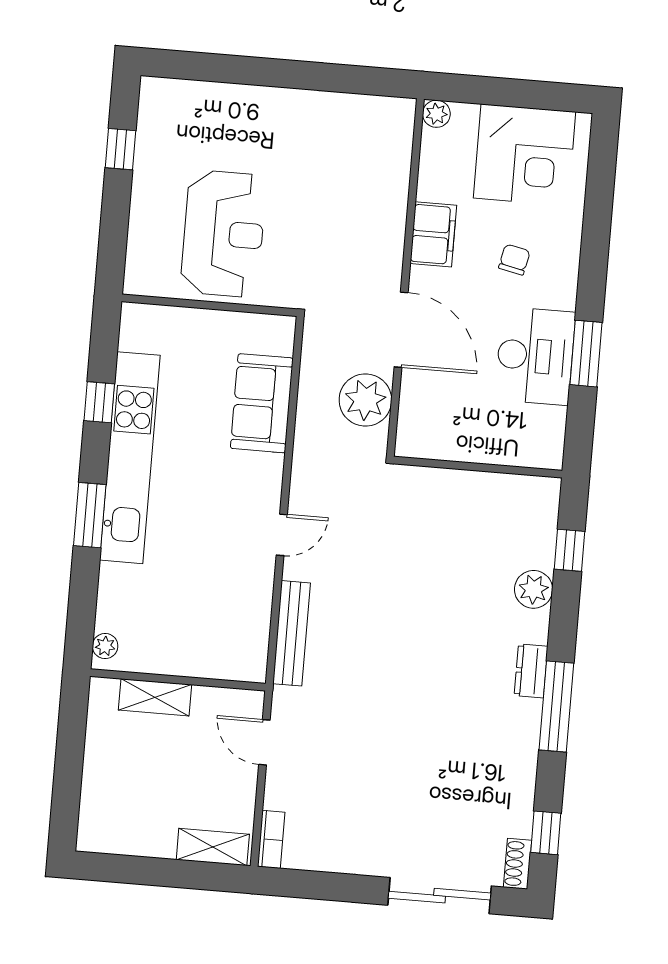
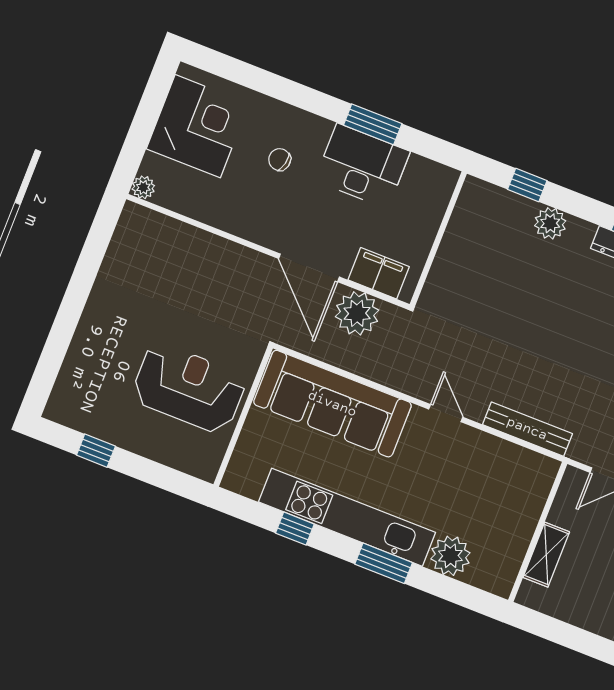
filing cabinet: (433, 234) -> (379, 273), moved
door: (401, 330) -> (309, 268), swing flipped
sofa: (262, 403) -> (332, 404), width x1.85, depth x1.27
plant: (105, 646) -> (450, 556), moved, width x1.88, depth x1.88

